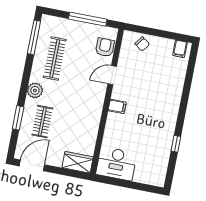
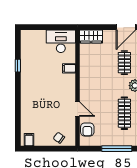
window: (88, 19) -> (117, 149), moved
door: (112, 75) -> (77, 109), hinge flipped
filing cabinet: (117, 106) -> (69, 68), moved

